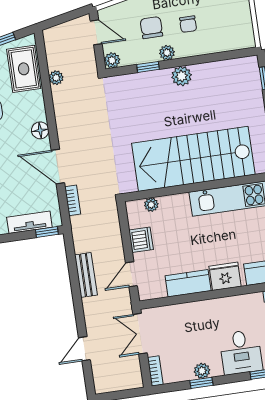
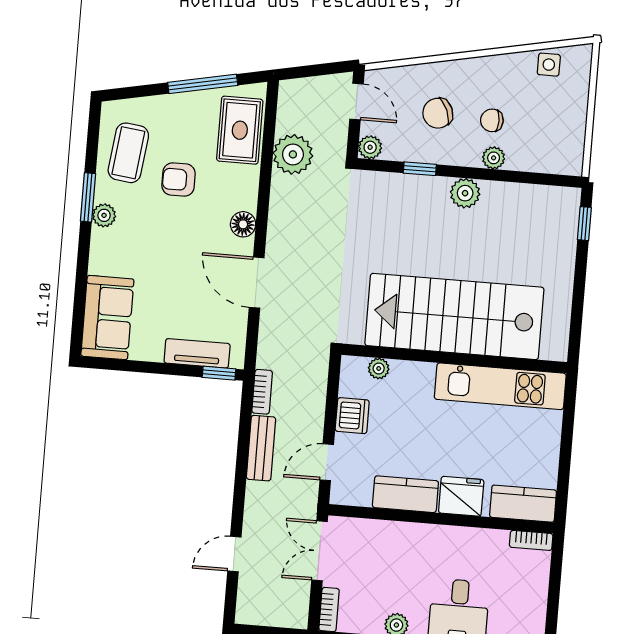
chair: (188, 24) -> (492, 120), turned 90
chair: (151, 28) -> (438, 113), turned -113
plant: (167, 53) -> (494, 158), moved
plant: (56, 78) -> (293, 154), width x1.88, depth x1.88
bookcase: (73, 200) -> (262, 392), moved

